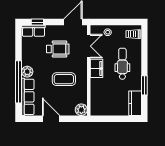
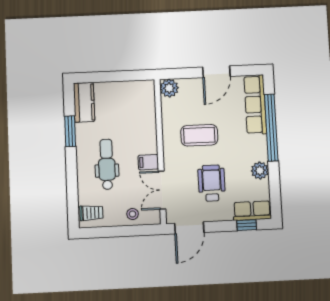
wheelchair: (58, 49) -> (212, 183), turned 90
dental chair: (122, 64) -> (107, 164), turned 180
filing cabinet: (96, 68) -> (148, 162), width x0.50
plant: (27, 72) -> (260, 170), moved
door: (51, 119) -> (216, 72), hinge flipped

